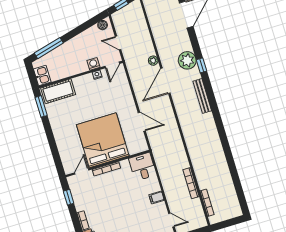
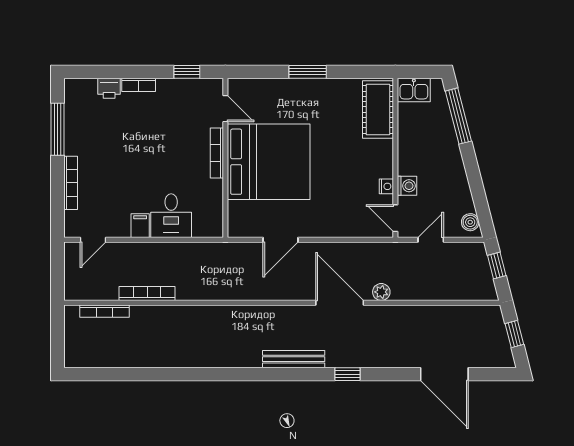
plant: (187, 60) -> (364, 352), removed
window: (41, 106) -> (308, 72), moved
desk: (143, 167) -> (171, 216), moved, turned 90

